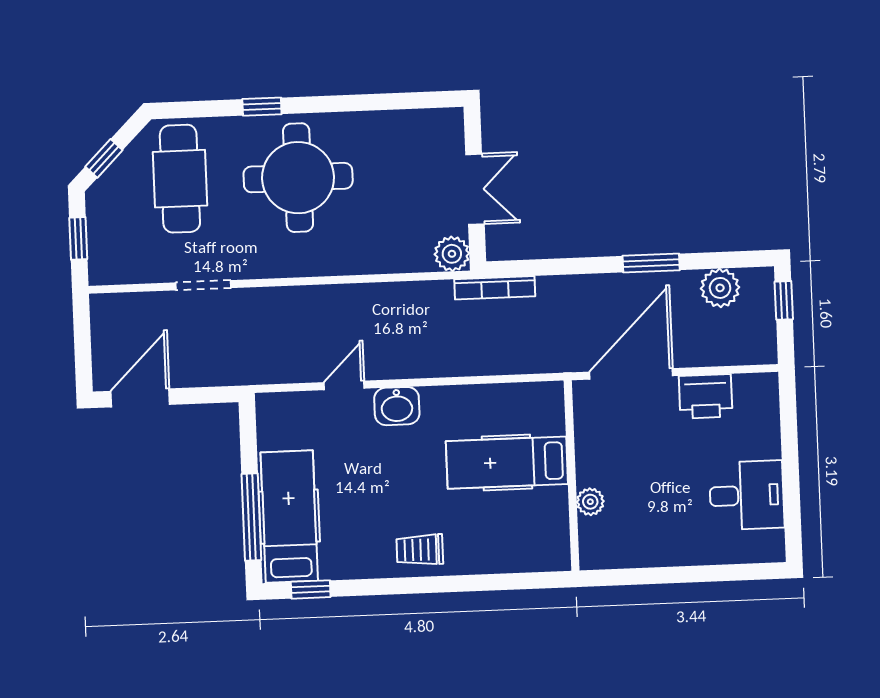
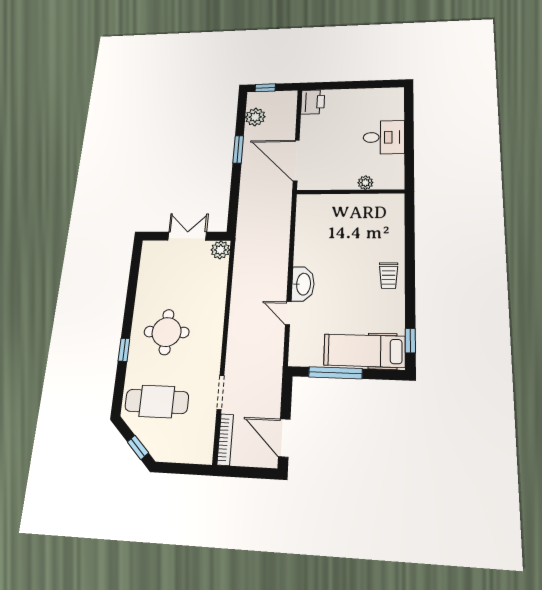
round table: (298, 178) -> (167, 332), width x0.73, depth x0.73
window: (78, 238) -> (183, 469), removed
bookcase: (495, 288) -> (225, 440), moved
printer: (706, 396) -> (313, 102), moved
washbasin: (397, 406) -> (303, 284), width x1.38
hospital bed: (507, 463) -> (340, 225), removed
desk: (747, 495) -> (384, 137), moved, turned 90
window: (251, 517) -> (335, 373), moved

